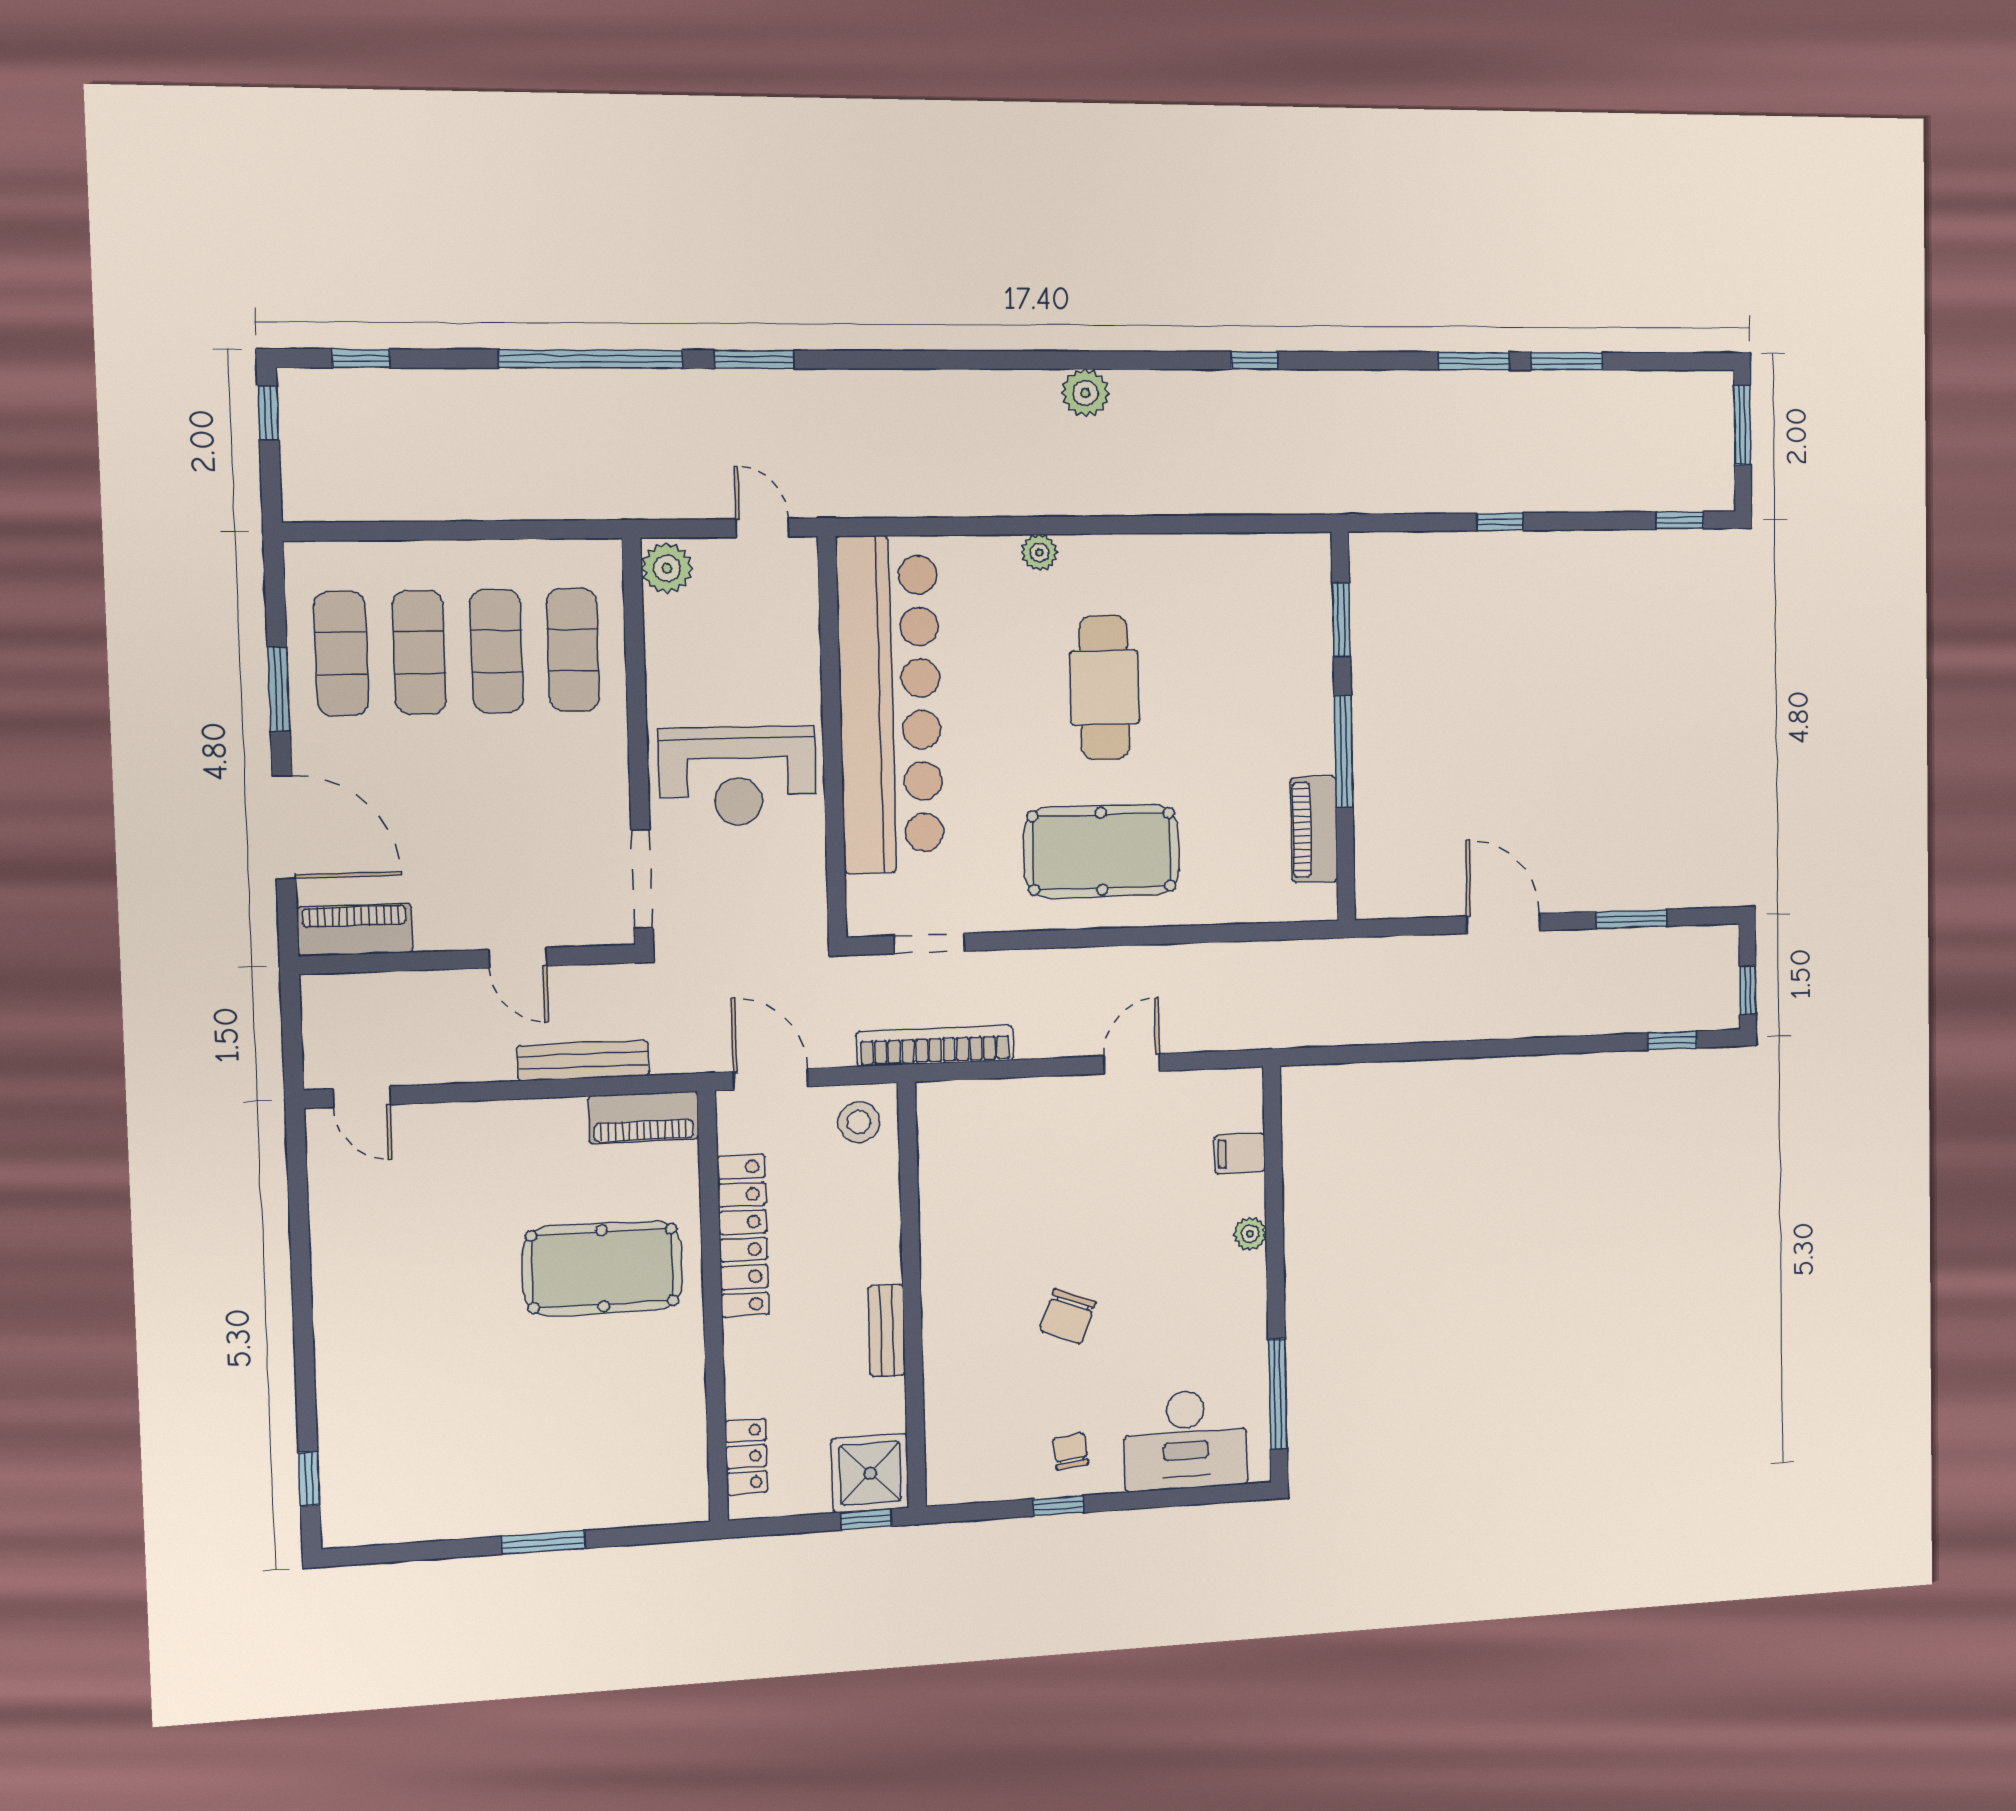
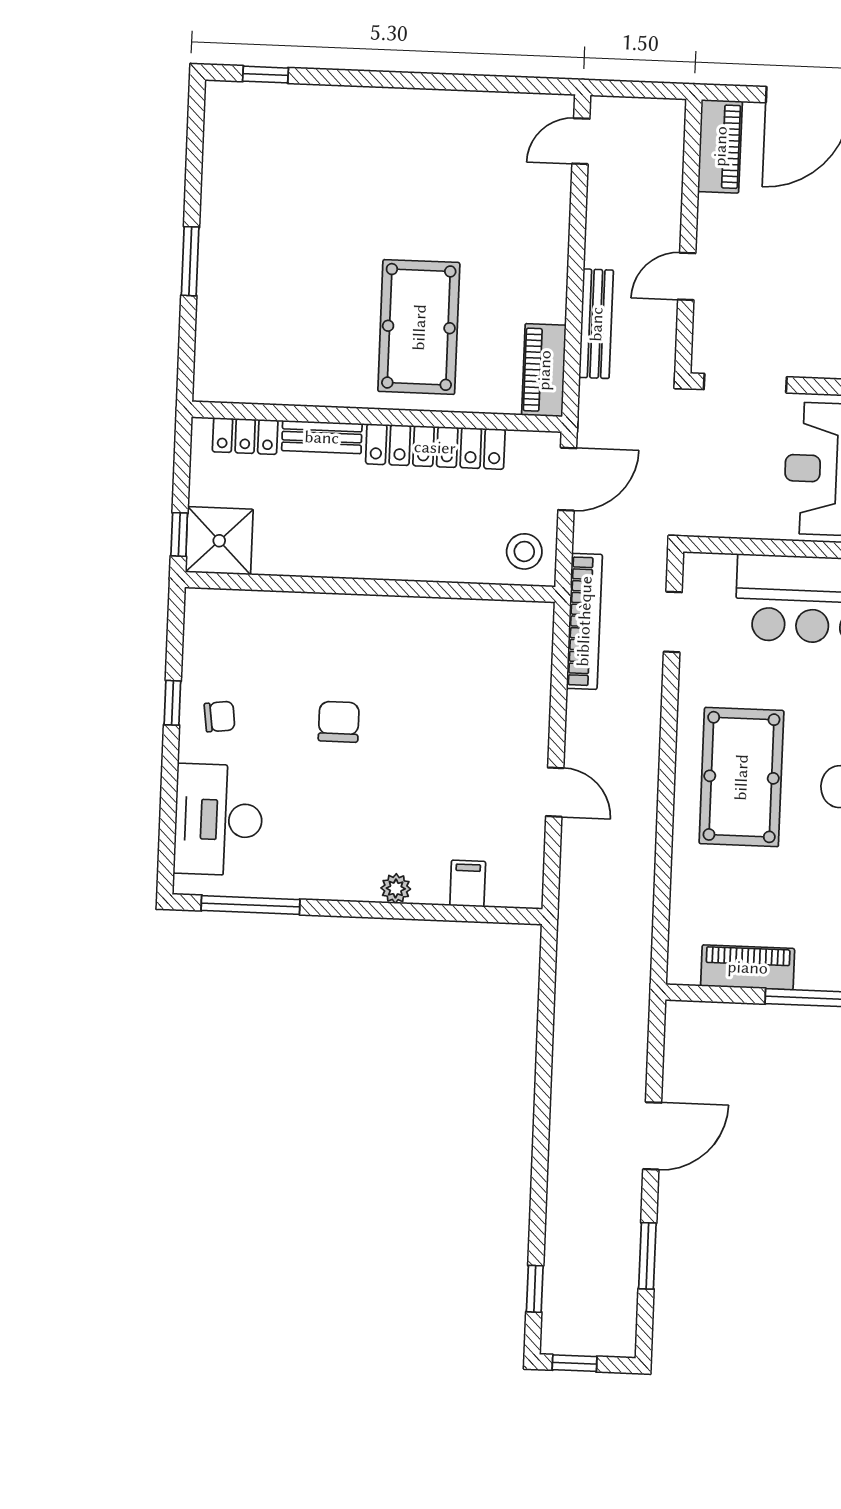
chair: (1068, 1316) -> (339, 722), turned 69
bench: (887, 1330) -> (322, 437), moved

